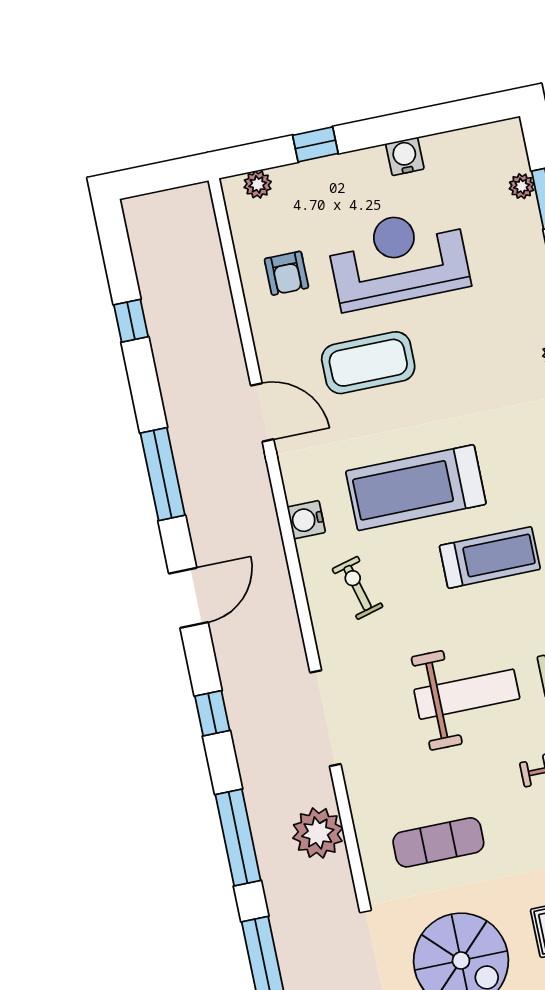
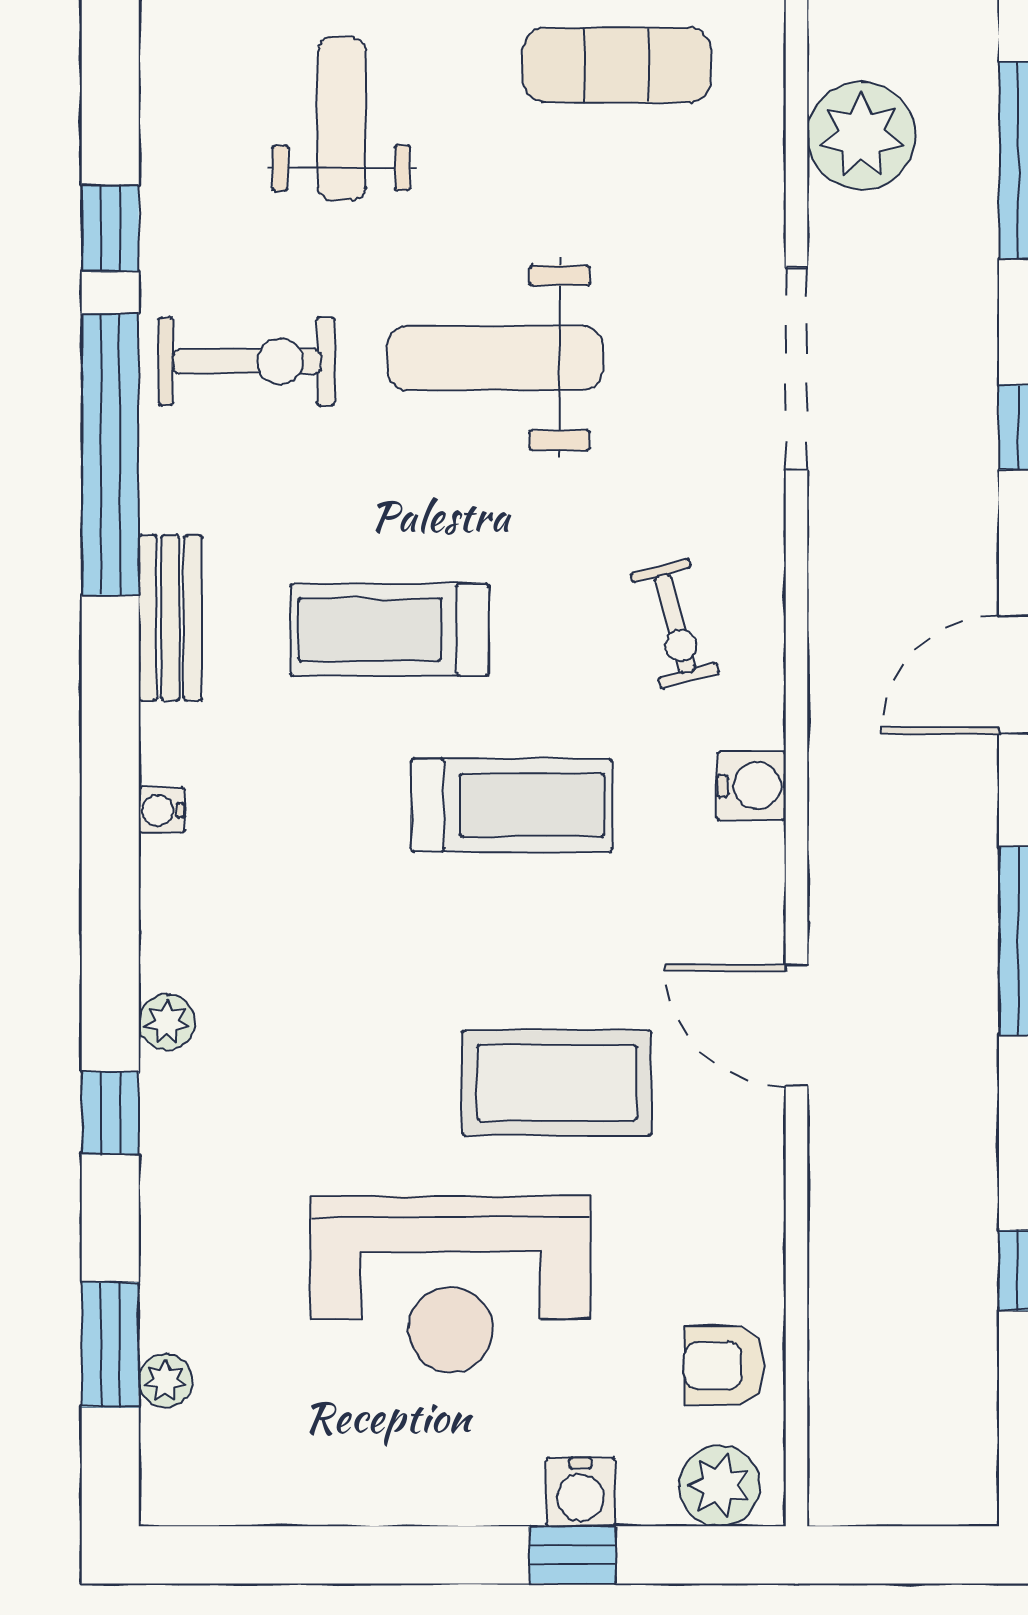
water cooler: (405, 156) -> (580, 1492), moved
plant: (258, 184) -> (720, 1486), width x1.38, depth x1.38
armchair: (286, 273) -> (724, 1366), moved, turned -90
treadmill: (416, 488) -> (512, 805), width x0.73, depth x0.73

